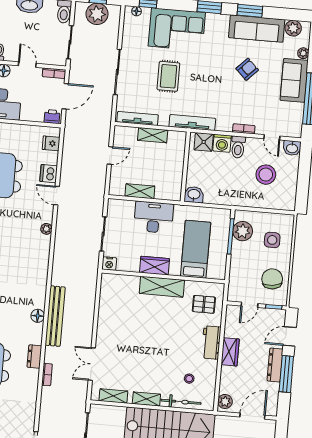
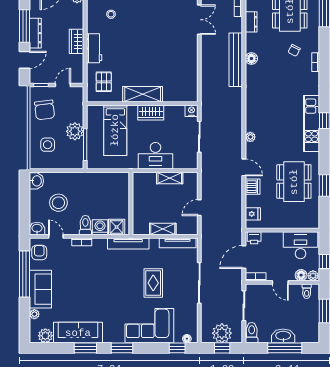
armchair: (247, 69) -> (39, 253), moved, turned 136
washbasin: (194, 195) -> (36, 181), moved, turned -90
plant: (243, 231) -> (75, 131), moved
pallet: (204, 304) -> (104, 82), turned 90

